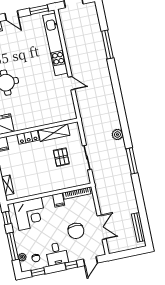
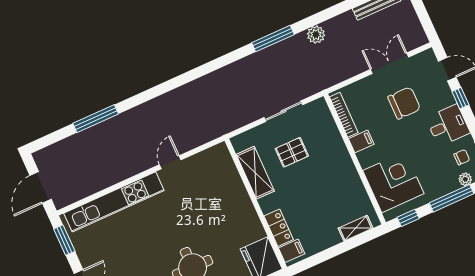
plant: (117, 135) -> (316, 35), moved
locker: (28, 137) -> (279, 228), moved

